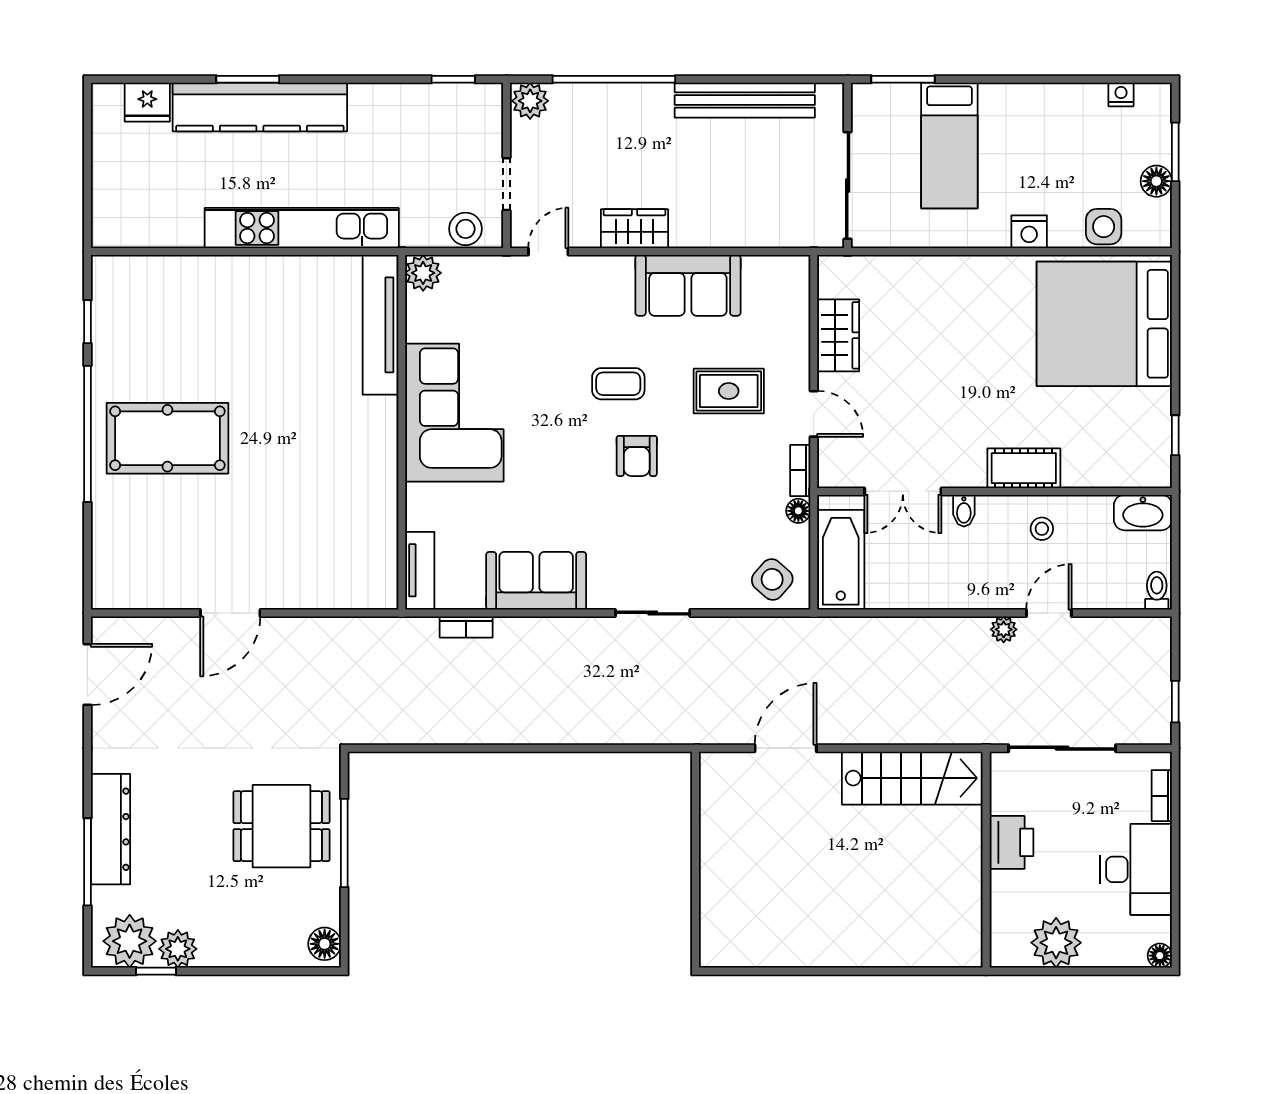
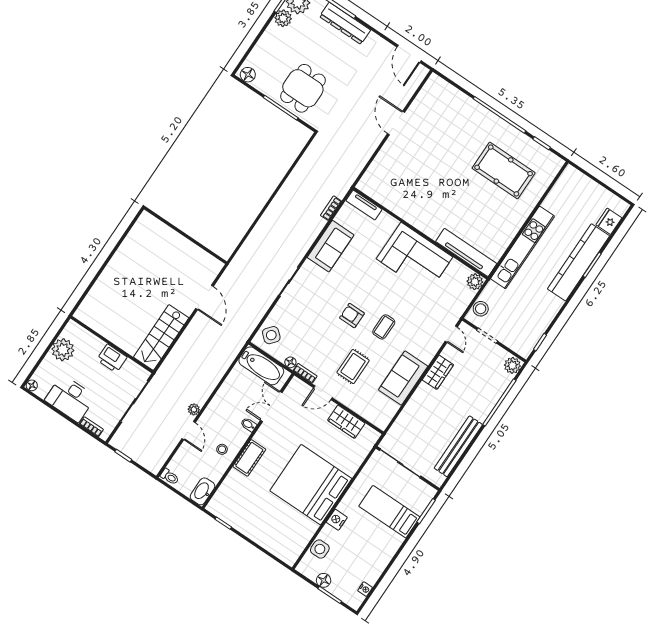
bed: (1104, 324) -> (311, 485), moved, turned -90
pool table: (167, 438) -> (504, 170), moved, turned 90

